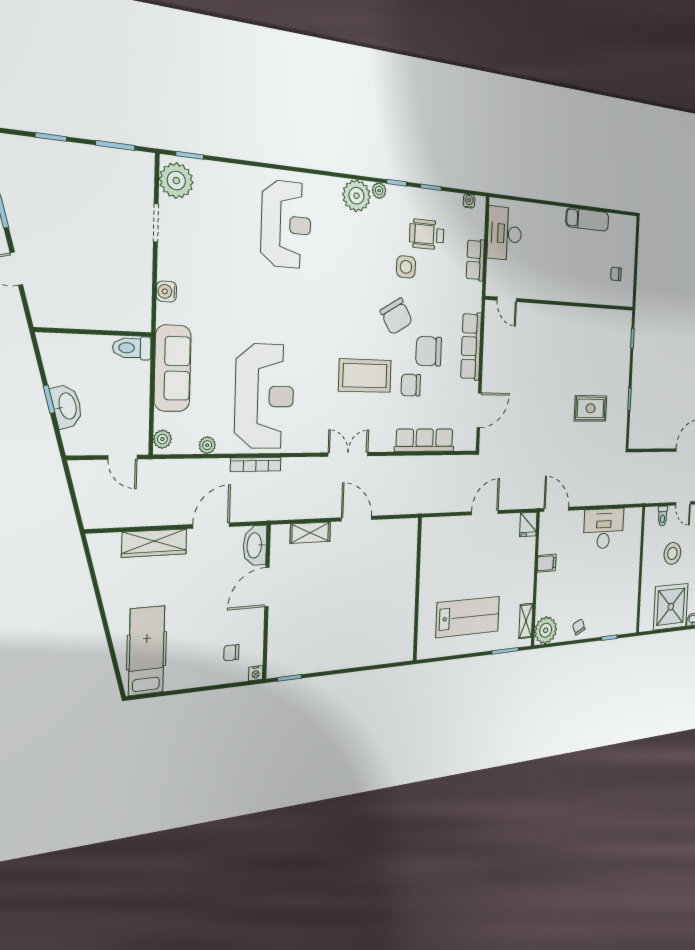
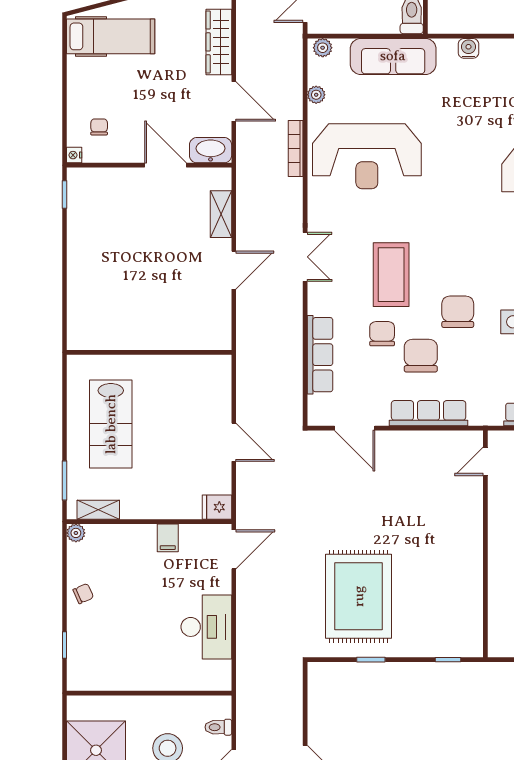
chair: (396, 316) -> (458, 312), turned 121
rug: (591, 408) -> (359, 596), width x1.86, depth x2.06
plant: (546, 630) -> (76, 533), width x0.53, depth x0.53

